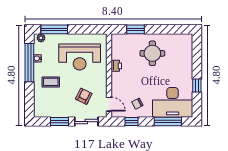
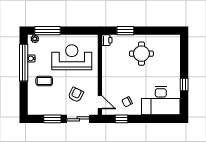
reception desk: (80, 57) -> (72, 57), turned 180
printer: (116, 66) -> (107, 40), moved
window: (168, 122) -> (156, 119), removed

